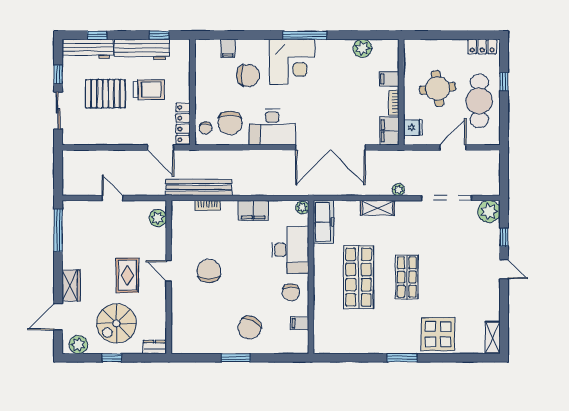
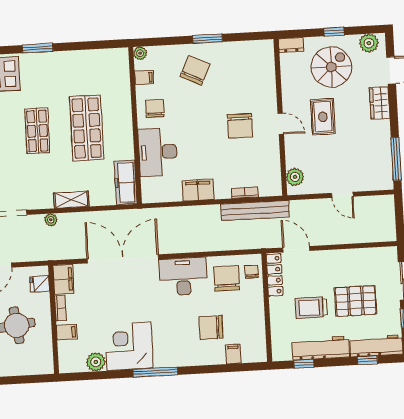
corner desk: (292, 62) -> (129, 346), moved
plant: (302, 207) -> (140, 53), moved

